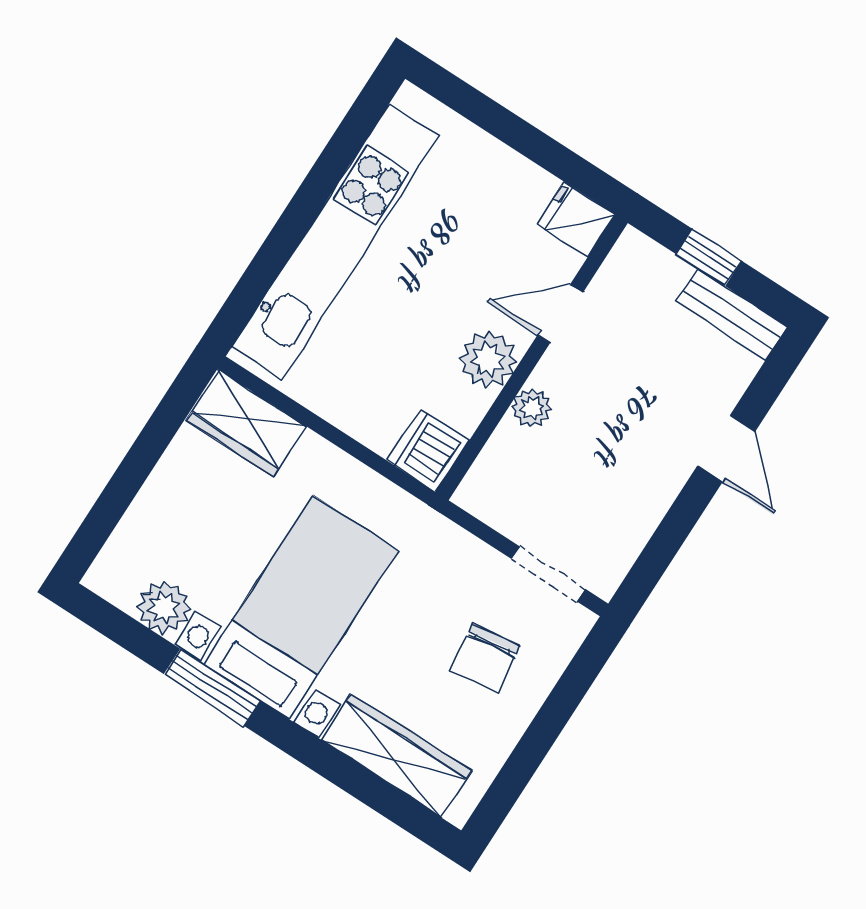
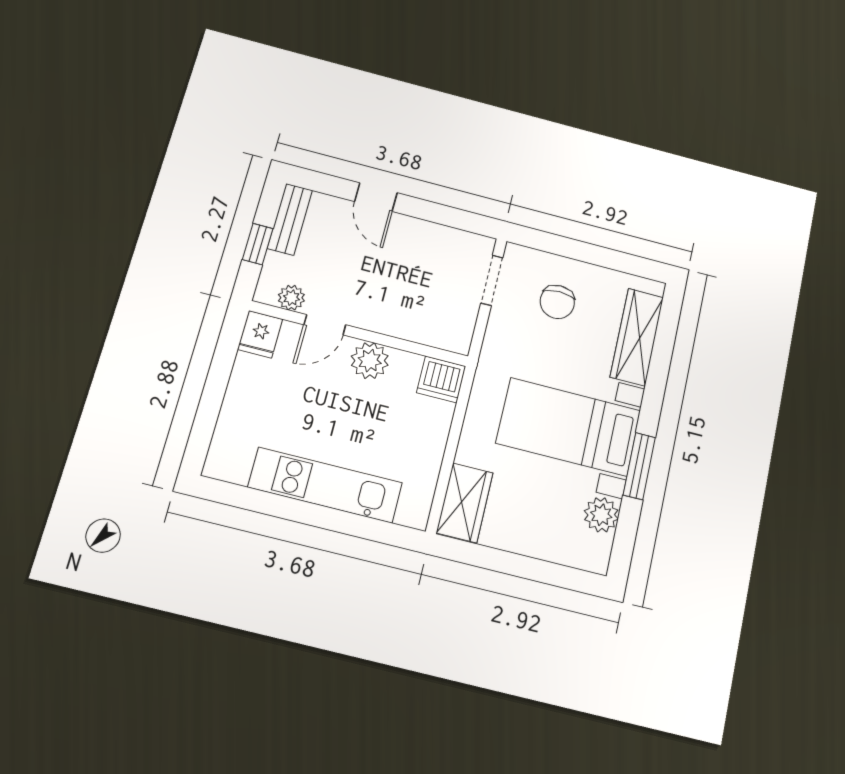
kitchen unit: (335, 242) -> (325, 485), width x0.73
door: (560, 314) -> (325, 325), hinge flipped
plant: (532, 408) -> (291, 298), moved
door: (726, 449) -> (376, 197), swing flipped
chair: (486, 658) -> (557, 302), turned 98

